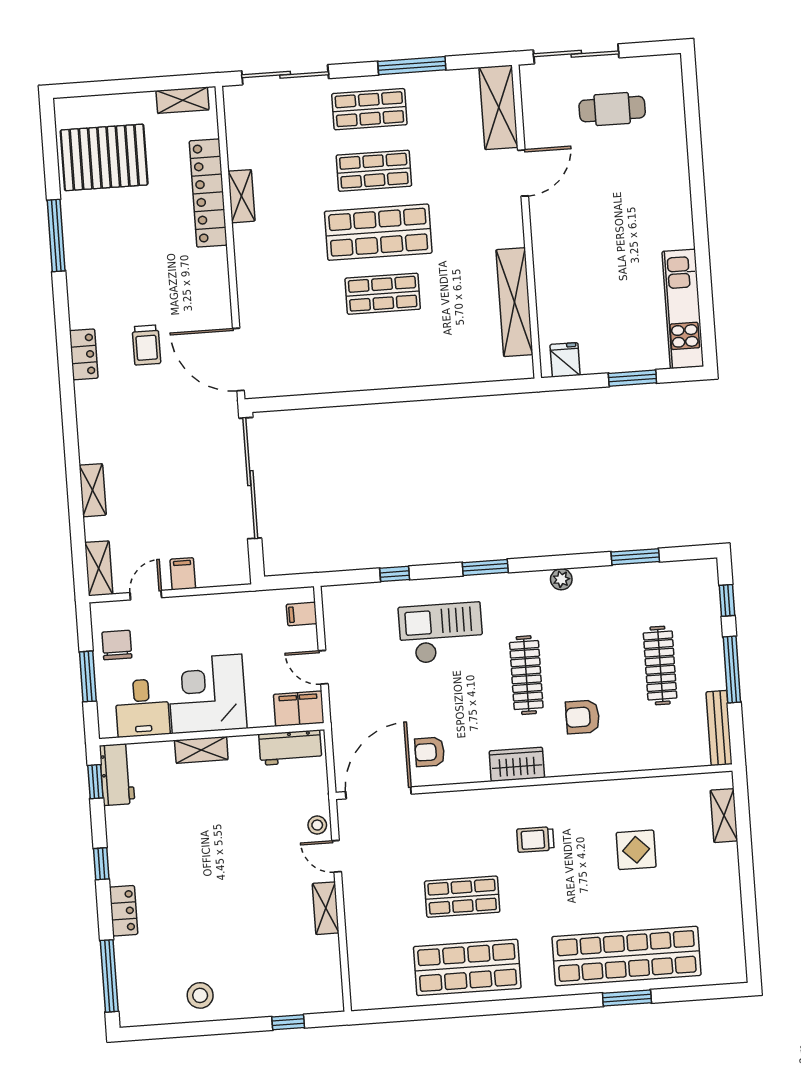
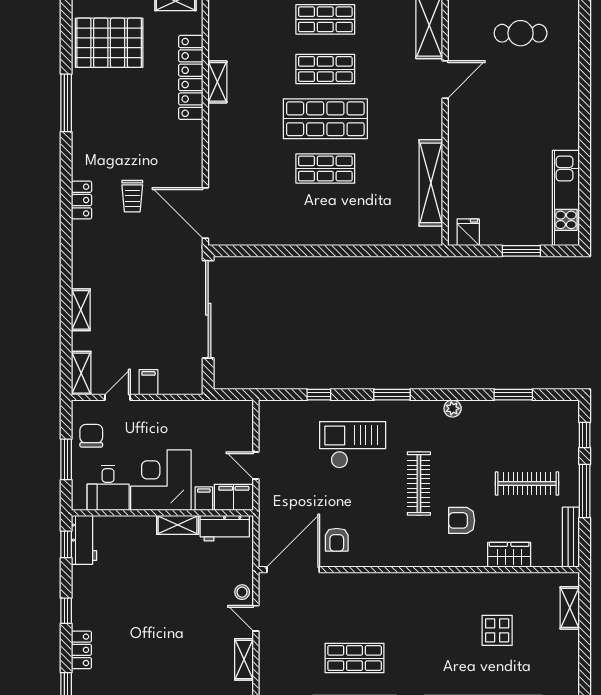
filing cabinet: (302, 614) -> (204, 499), moved, turned 90
clothes rail: (660, 665) -> (527, 484), turned 90
shelving: (201, 750) -> (178, 525), moved
armchair: (430, 752) -> (337, 540), turned -90
wardrobe: (517, 764) -> (509, 555), moved
trolley: (535, 840) -> (417, 616), removed

